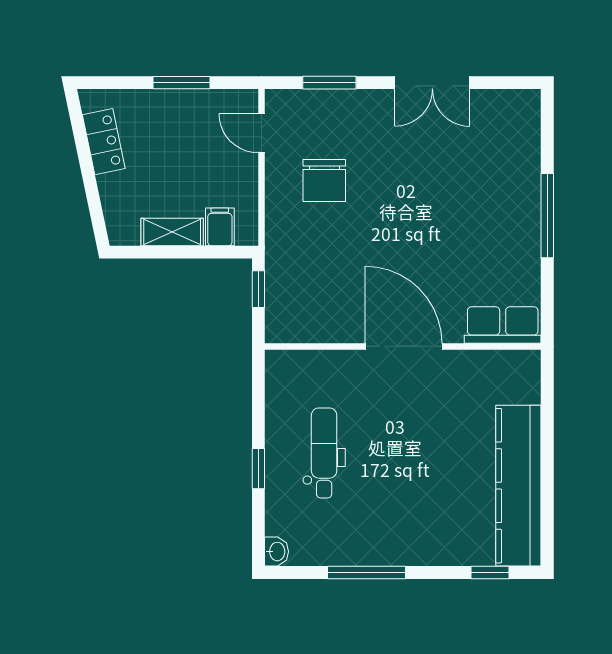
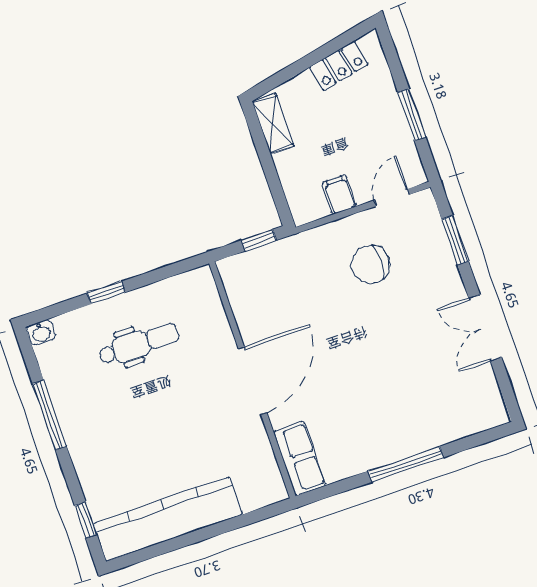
filing cabinet: (220, 227) -> (339, 195), moved, turned -90
shelving: (172, 232) -> (273, 124), moved

